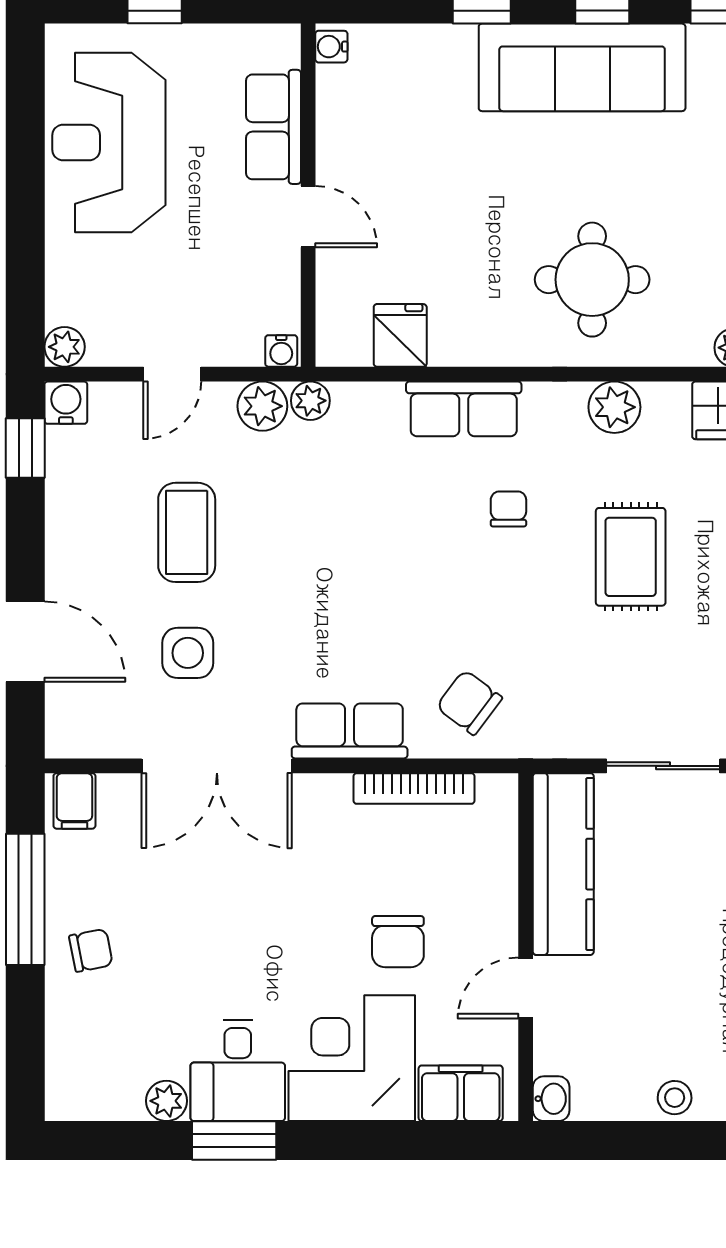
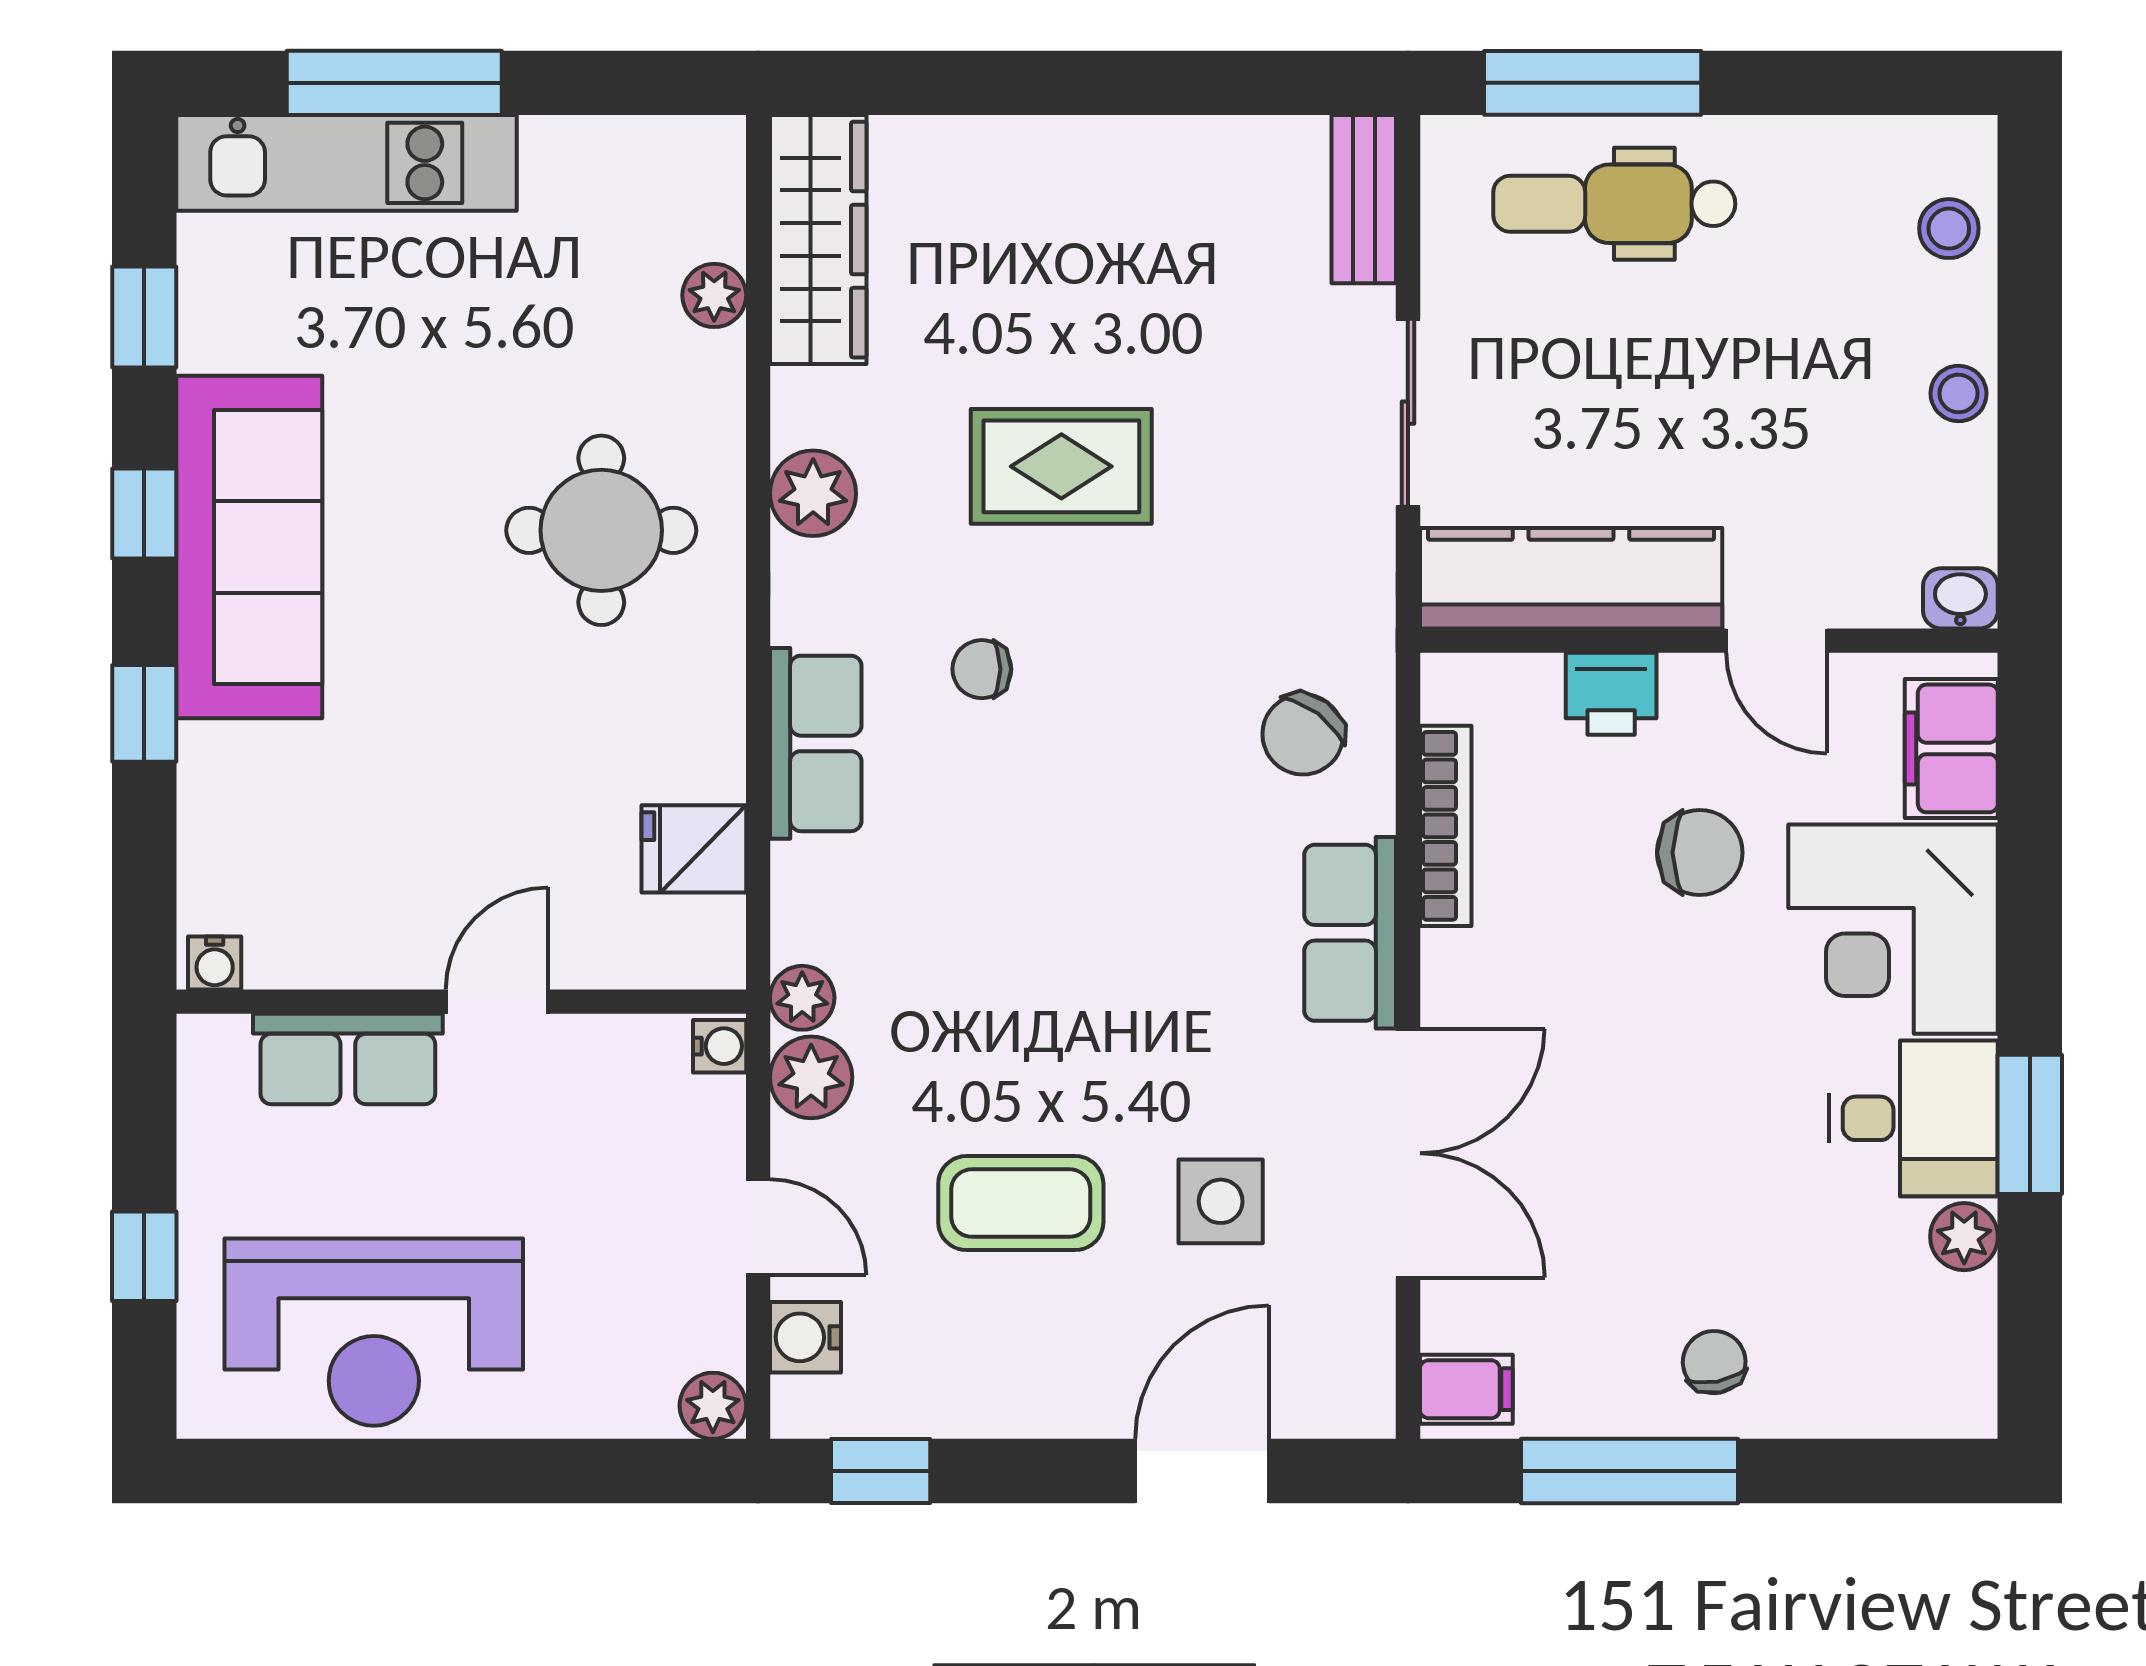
water cooler: (66, 403) -> (805, 1337), moved
printer: (494, 888) -> (1611, 694), added

